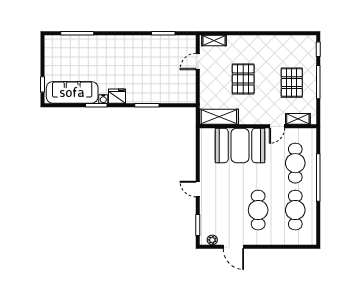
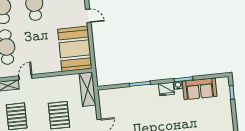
sofa: (72, 92) -> (200, 89), width x0.73
shelving: (219, 117) -> (87, 89), moved, turned 90
booth: (240, 145) -> (75, 49), moved, turned 90

